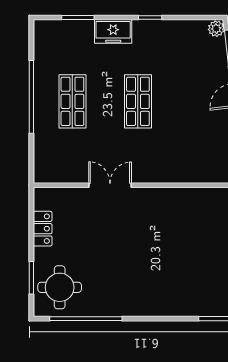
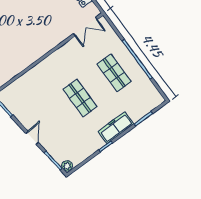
freezer: (113, 31) -> (116, 128), width x1.40
double door: (110, 185) -> (85, 27), moved

